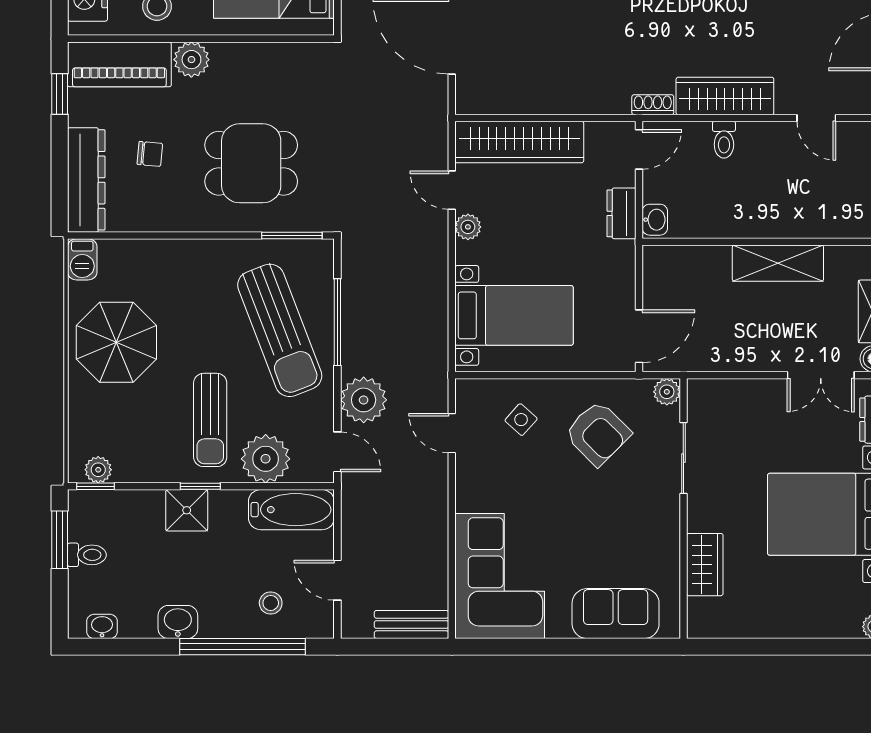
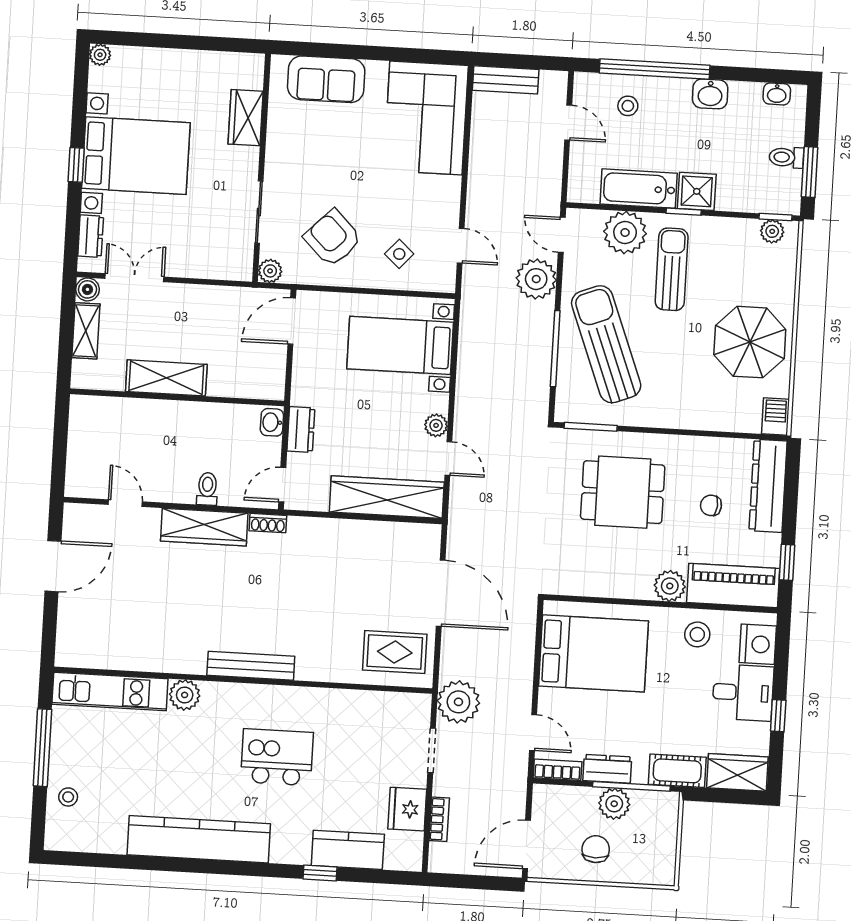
bathtub: (291, 510) -> (639, 189), moved

